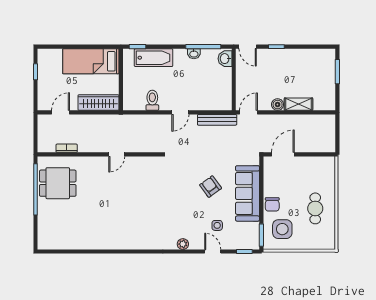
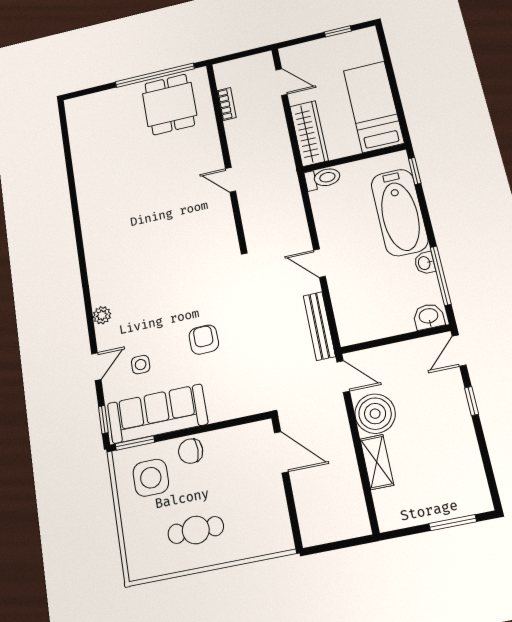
bathtub: (154, 58) -> (399, 212), width x1.36, depth x1.36
toilet: (152, 100) -> (323, 178), moved
boiler: (278, 105) -> (375, 414), width x1.86, depth x1.86
armchair: (211, 187) -> (204, 340), turned -55
sofa: (247, 193) -> (157, 414), moved

